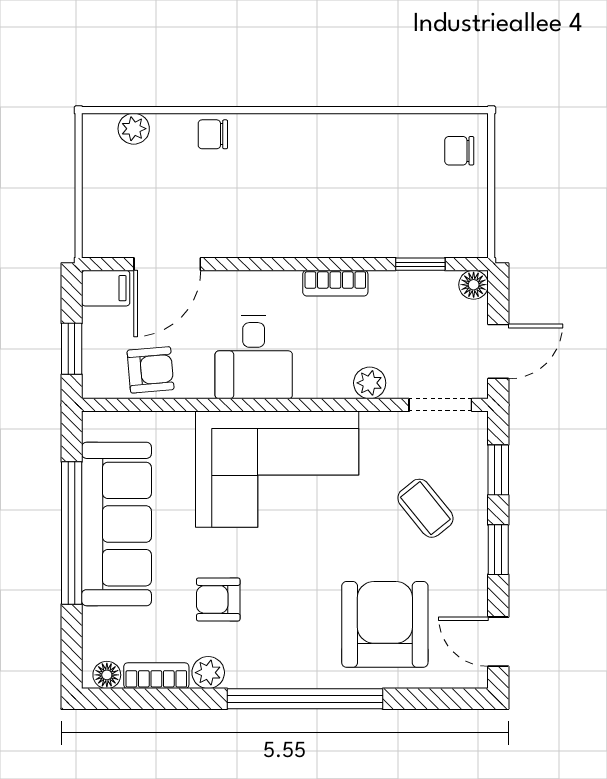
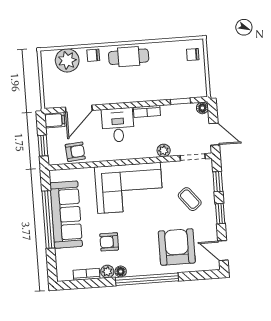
plant: (134, 129) -> (67, 60), width x1.88, depth x1.88
cafe table: (300, 144) -> (129, 57), added
door: (498, 351) -> (214, 134), hinge flipped
desk: (254, 357) -> (118, 125), moved, turned 180
floor lamp: (107, 675) -> (121, 271), moved

